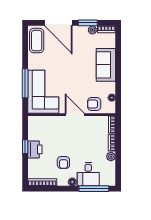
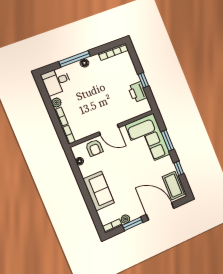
window: (25, 54) -> (179, 168), added
window: (25, 83) -> (168, 141), width x0.69
armchair: (94, 104) -> (94, 148), turned 90
printer: (35, 149) -> (138, 92), moved
armchair: (63, 162) -> (101, 79), removed
desk: (88, 174) -> (56, 81), moved, turned -90
window: (94, 189) -> (75, 59), moved

